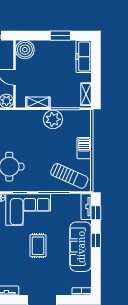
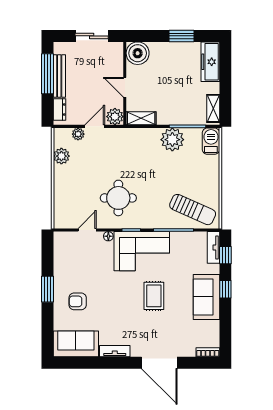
shelving: (38, 102) -> (141, 118), moved
barbecue: (84, 148) -> (211, 141), moved
sofa: (81, 247) -> (206, 297), width x0.73

